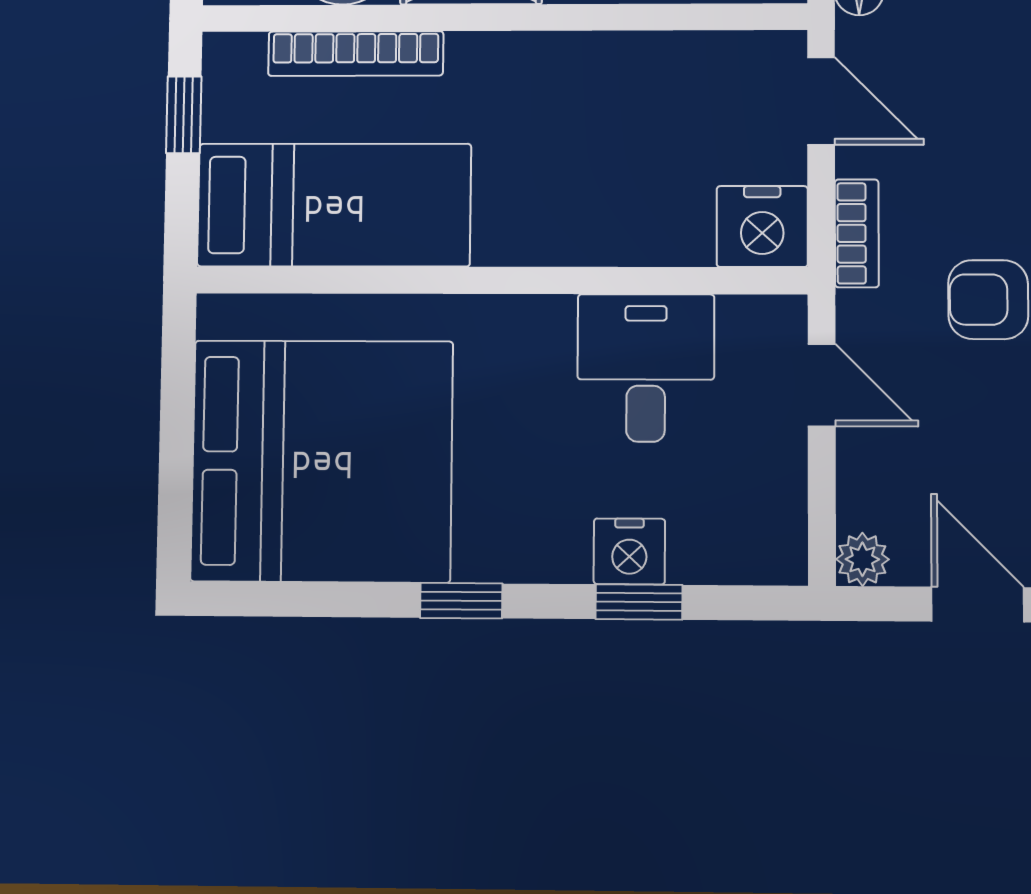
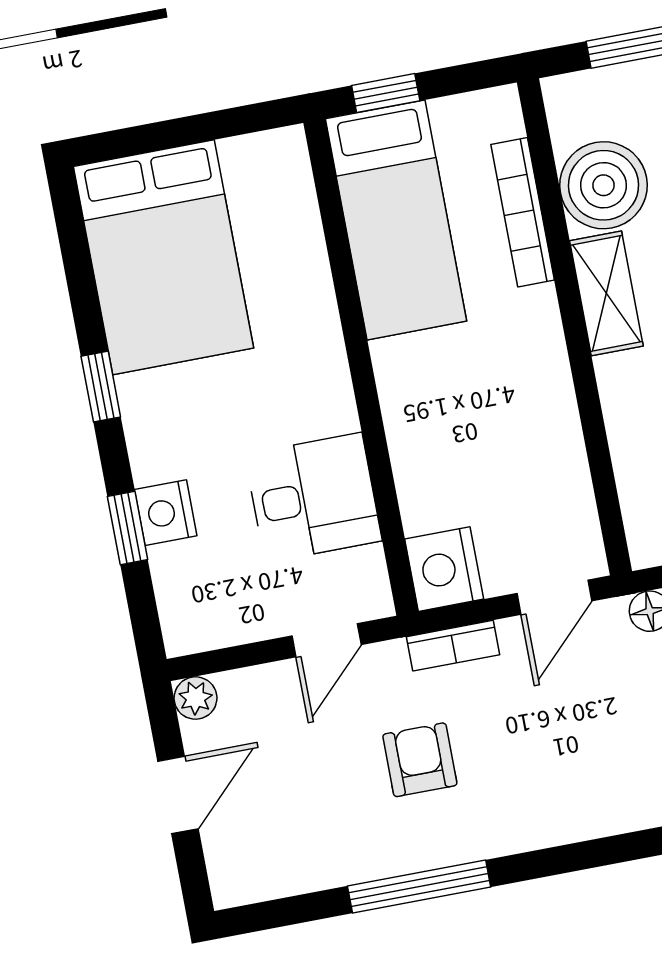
window: (184, 115) -> (386, 93), moved
bed: (322, 461) -> (163, 257), width x0.73

